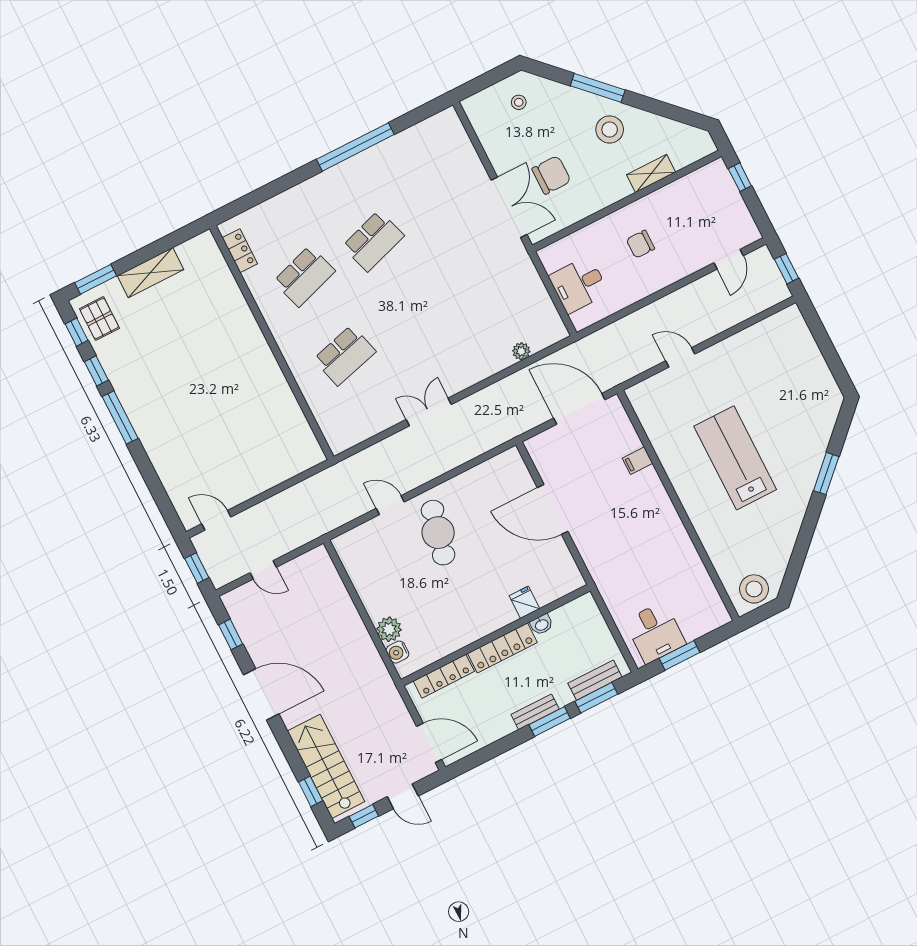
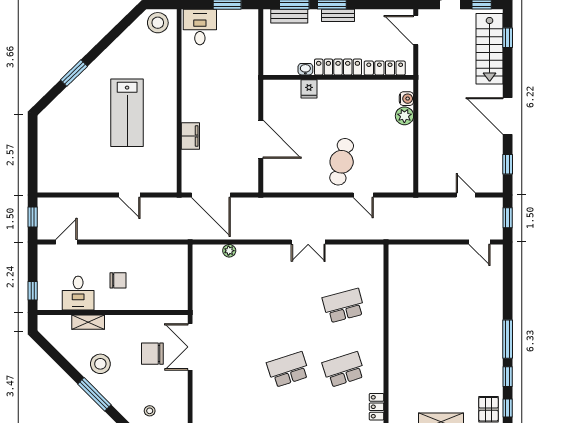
desk: (579, 285) -> (78, 293), moved, turned 90
filing cabinet: (638, 461) -> (190, 136), width x2.00
desk: (655, 633) -> (200, 27), moved

